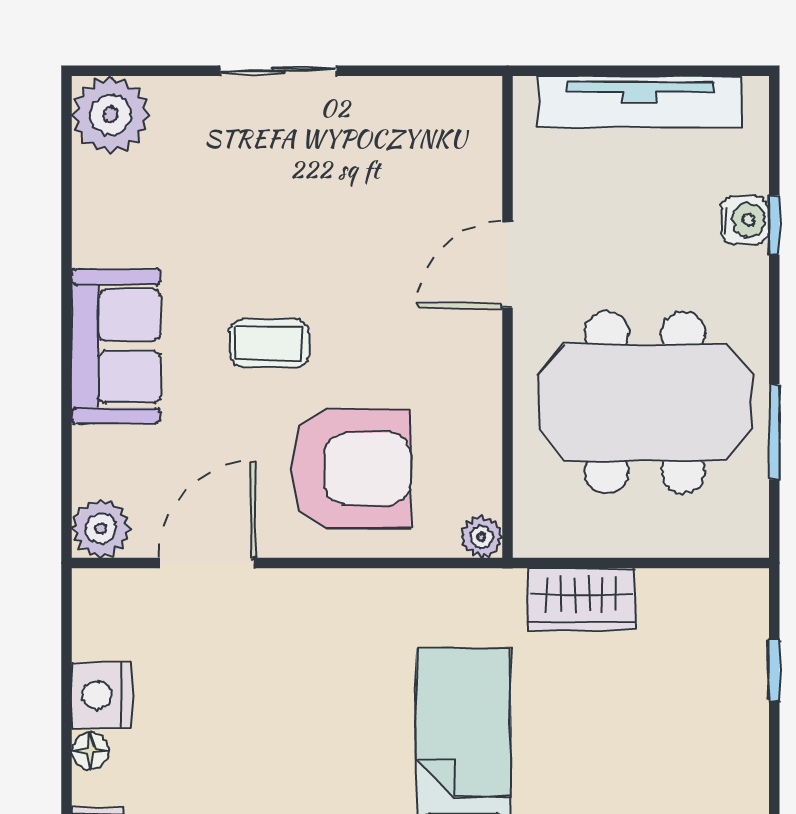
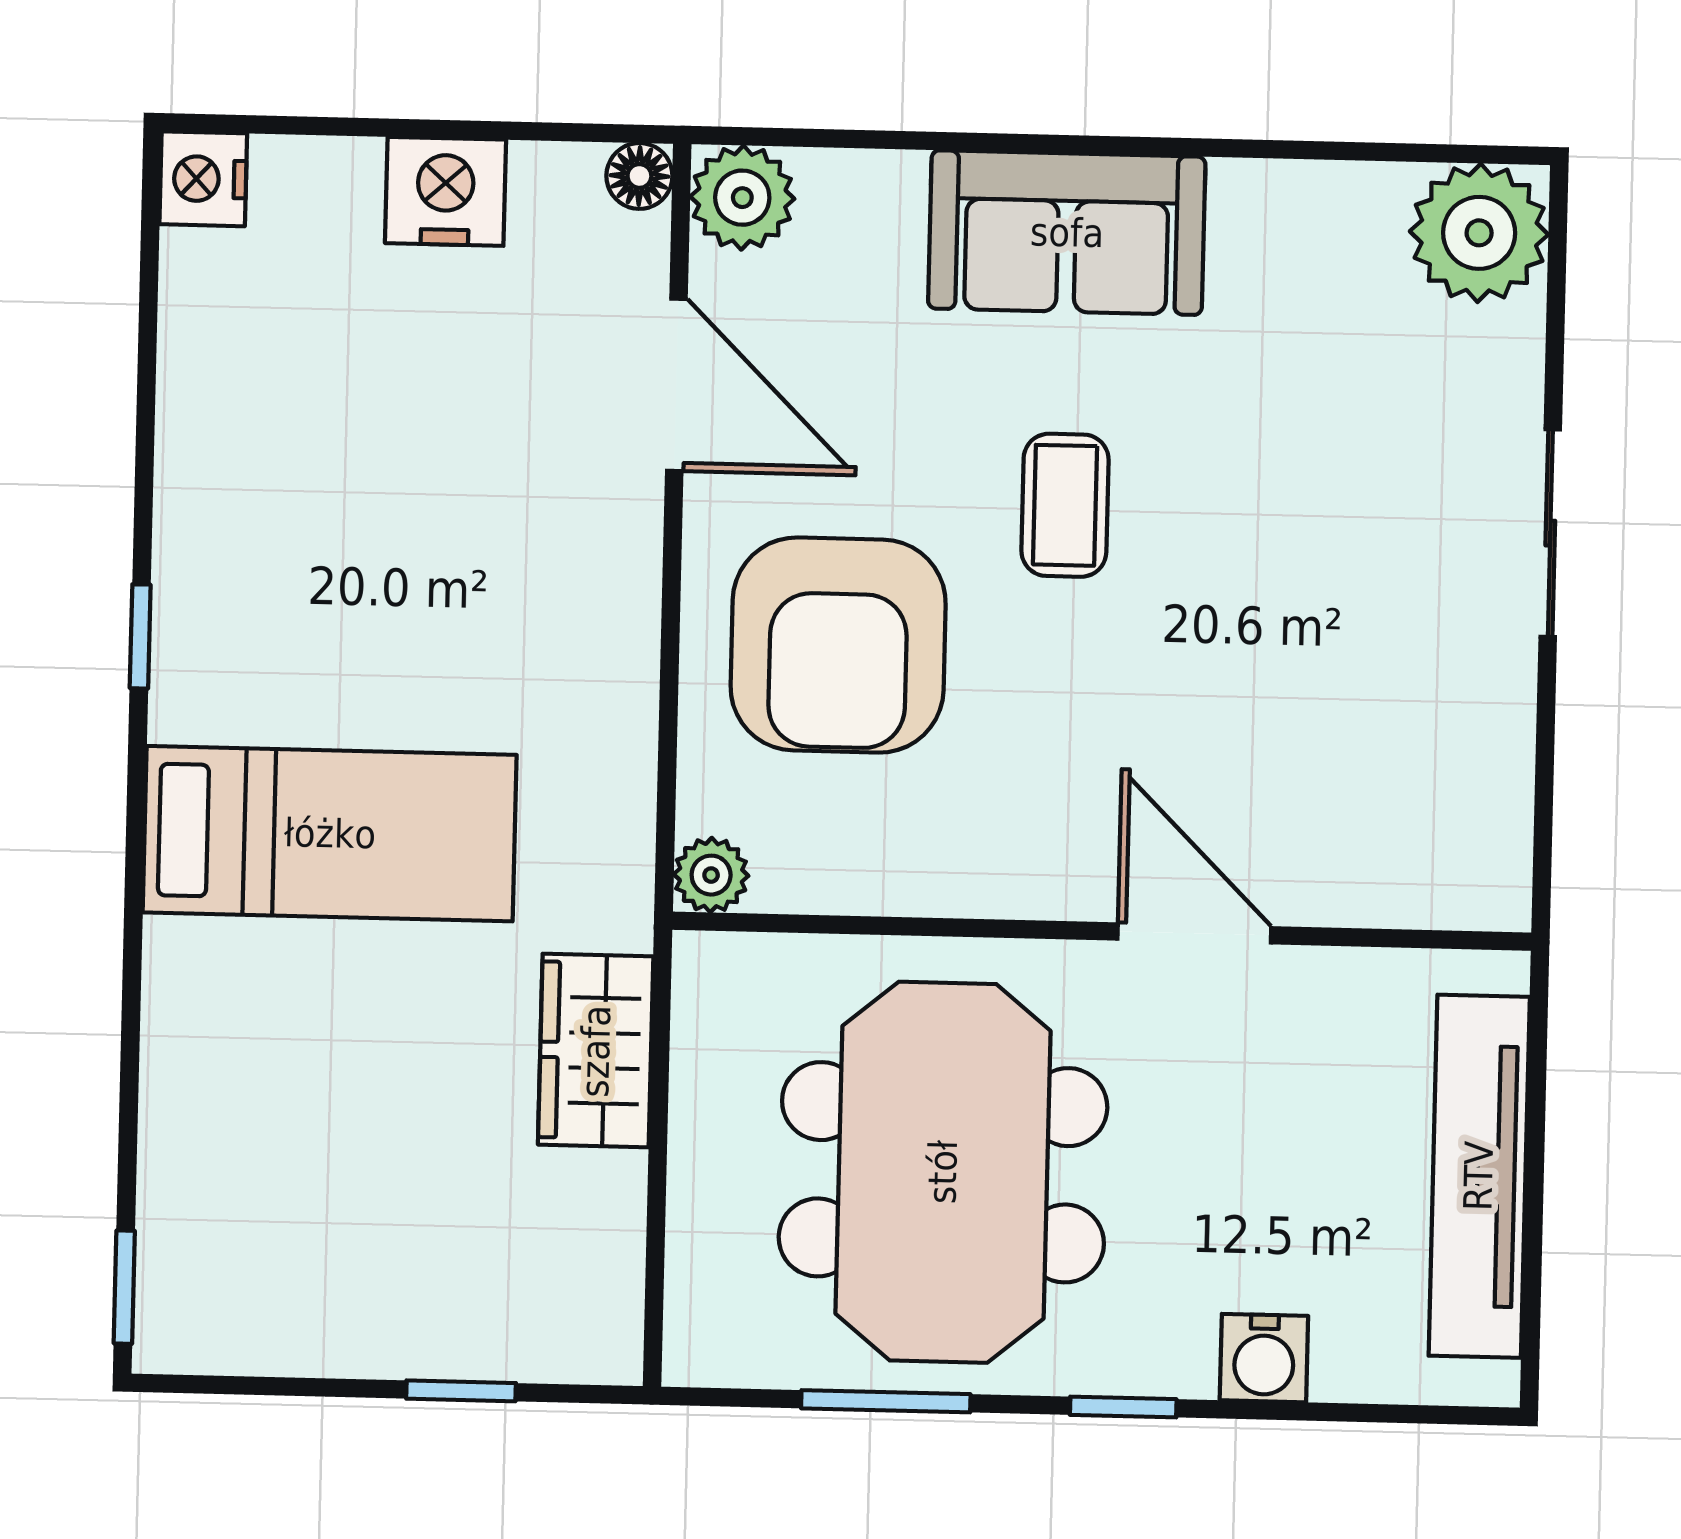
window: (774, 225) -> (1123, 1407), moved
floor lamp: (90, 751) -> (639, 176), moved

